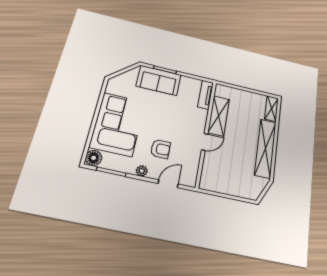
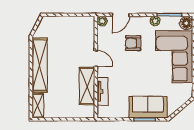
tv unit: (206, 95) -> (103, 91), moved
door: (205, 142) -> (96, 58), swing flipped
plant: (142, 171) -> (155, 21), moved
plant: (191, 181) -> (102, 21), added

